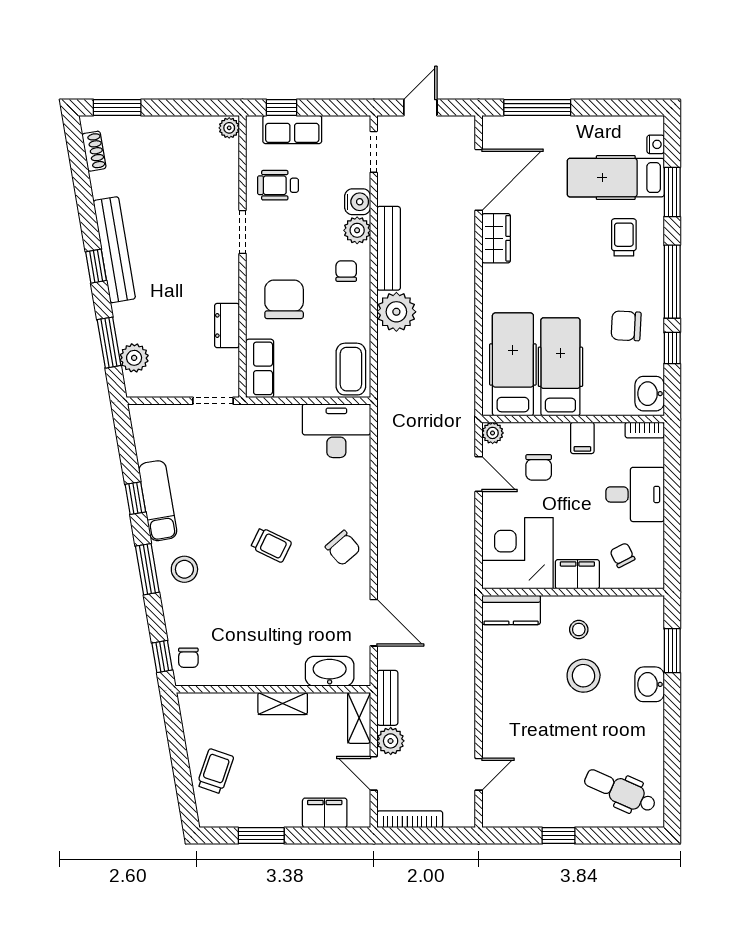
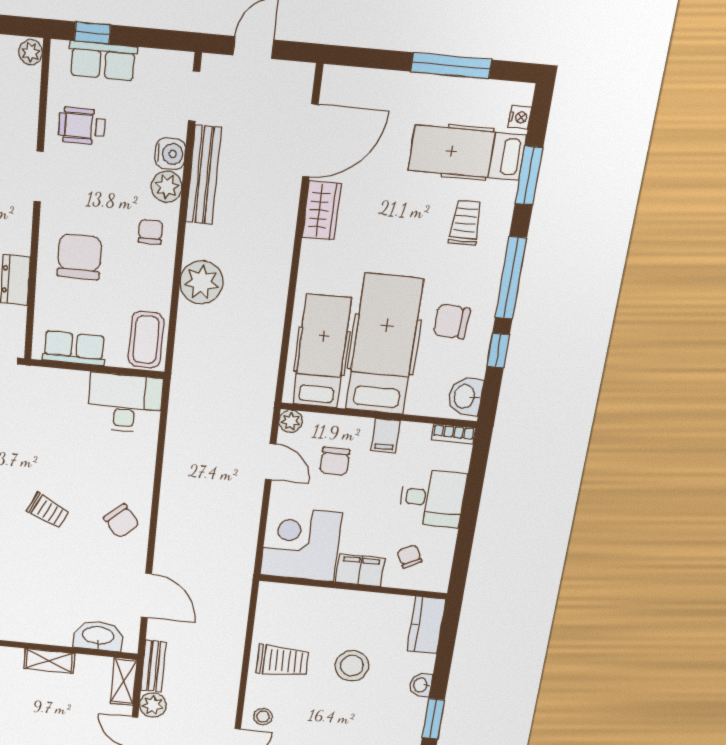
window: (537, 108) -> (451, 66), moved
bench: (389, 248) -> (203, 175), moved
hospital bed: (560, 367) -> (384, 345), width x1.37, depth x1.29
row of seats: (260, 368) -> (74, 348), moved, turned -90
kitchen counter: (511, 610) -> (426, 625), moved, turned 90
stool: (579, 629) -> (263, 717), moved
window: (672, 651) -> (433, 719), moved
trolley: (514, 678) -> (282, 661), added
washbasin: (650, 684) -> (421, 685), width x0.72, depth x0.69

